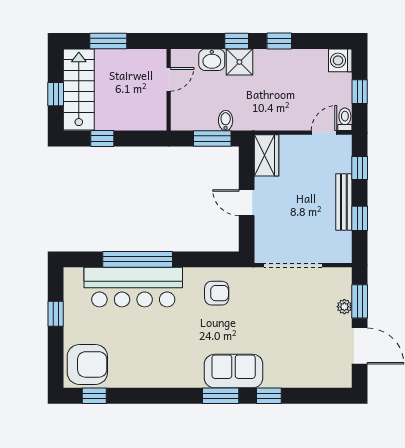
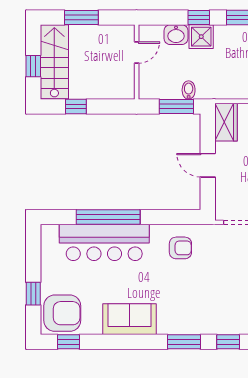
window: (56, 314) -> (33, 294), moved
sofa: (234, 371) -> (129, 319), moved

